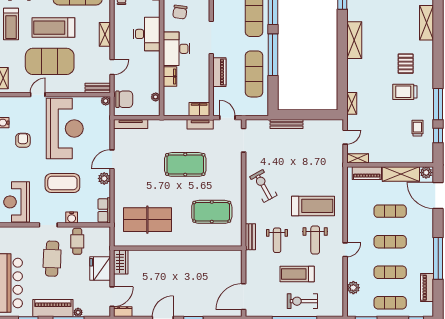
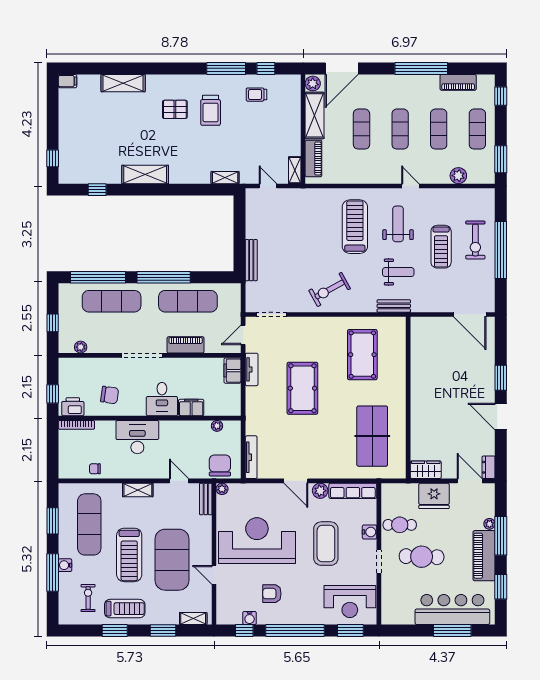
desk: (177, 49) -> (162, 399), width x0.73
row of seats: (104, 210) -> (353, 491), width x1.48
weight bench: (315, 240) -> (398, 224), turned -90

